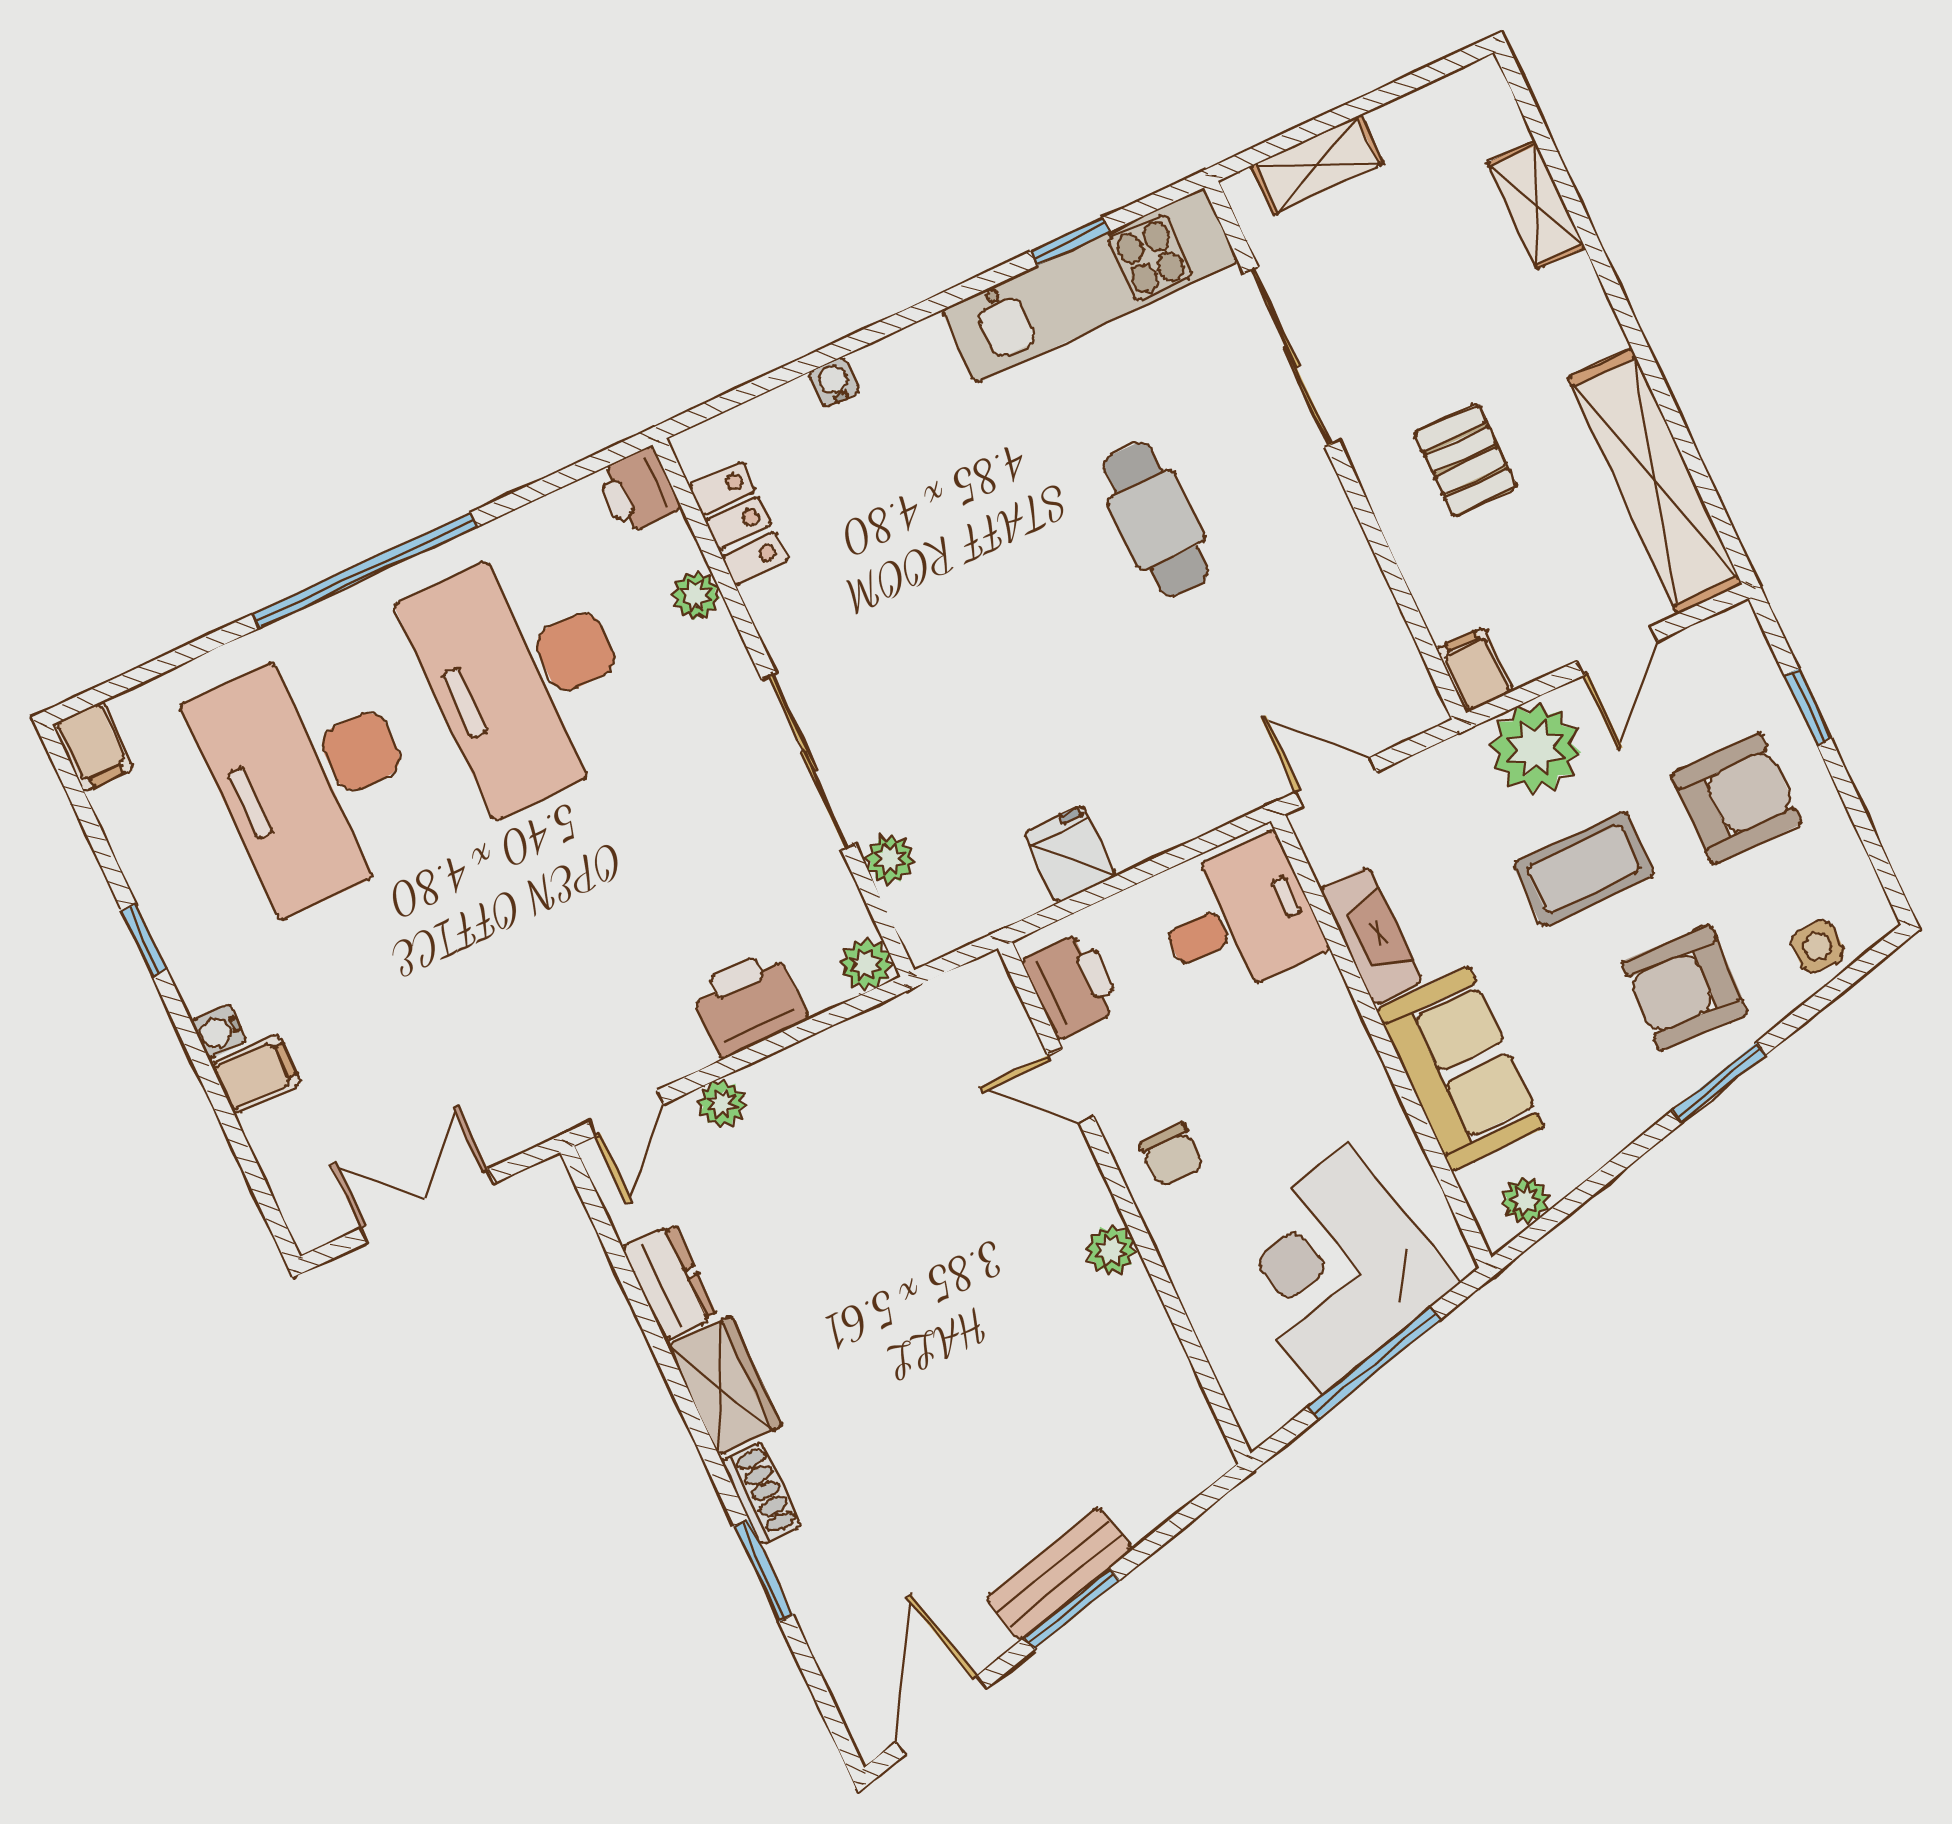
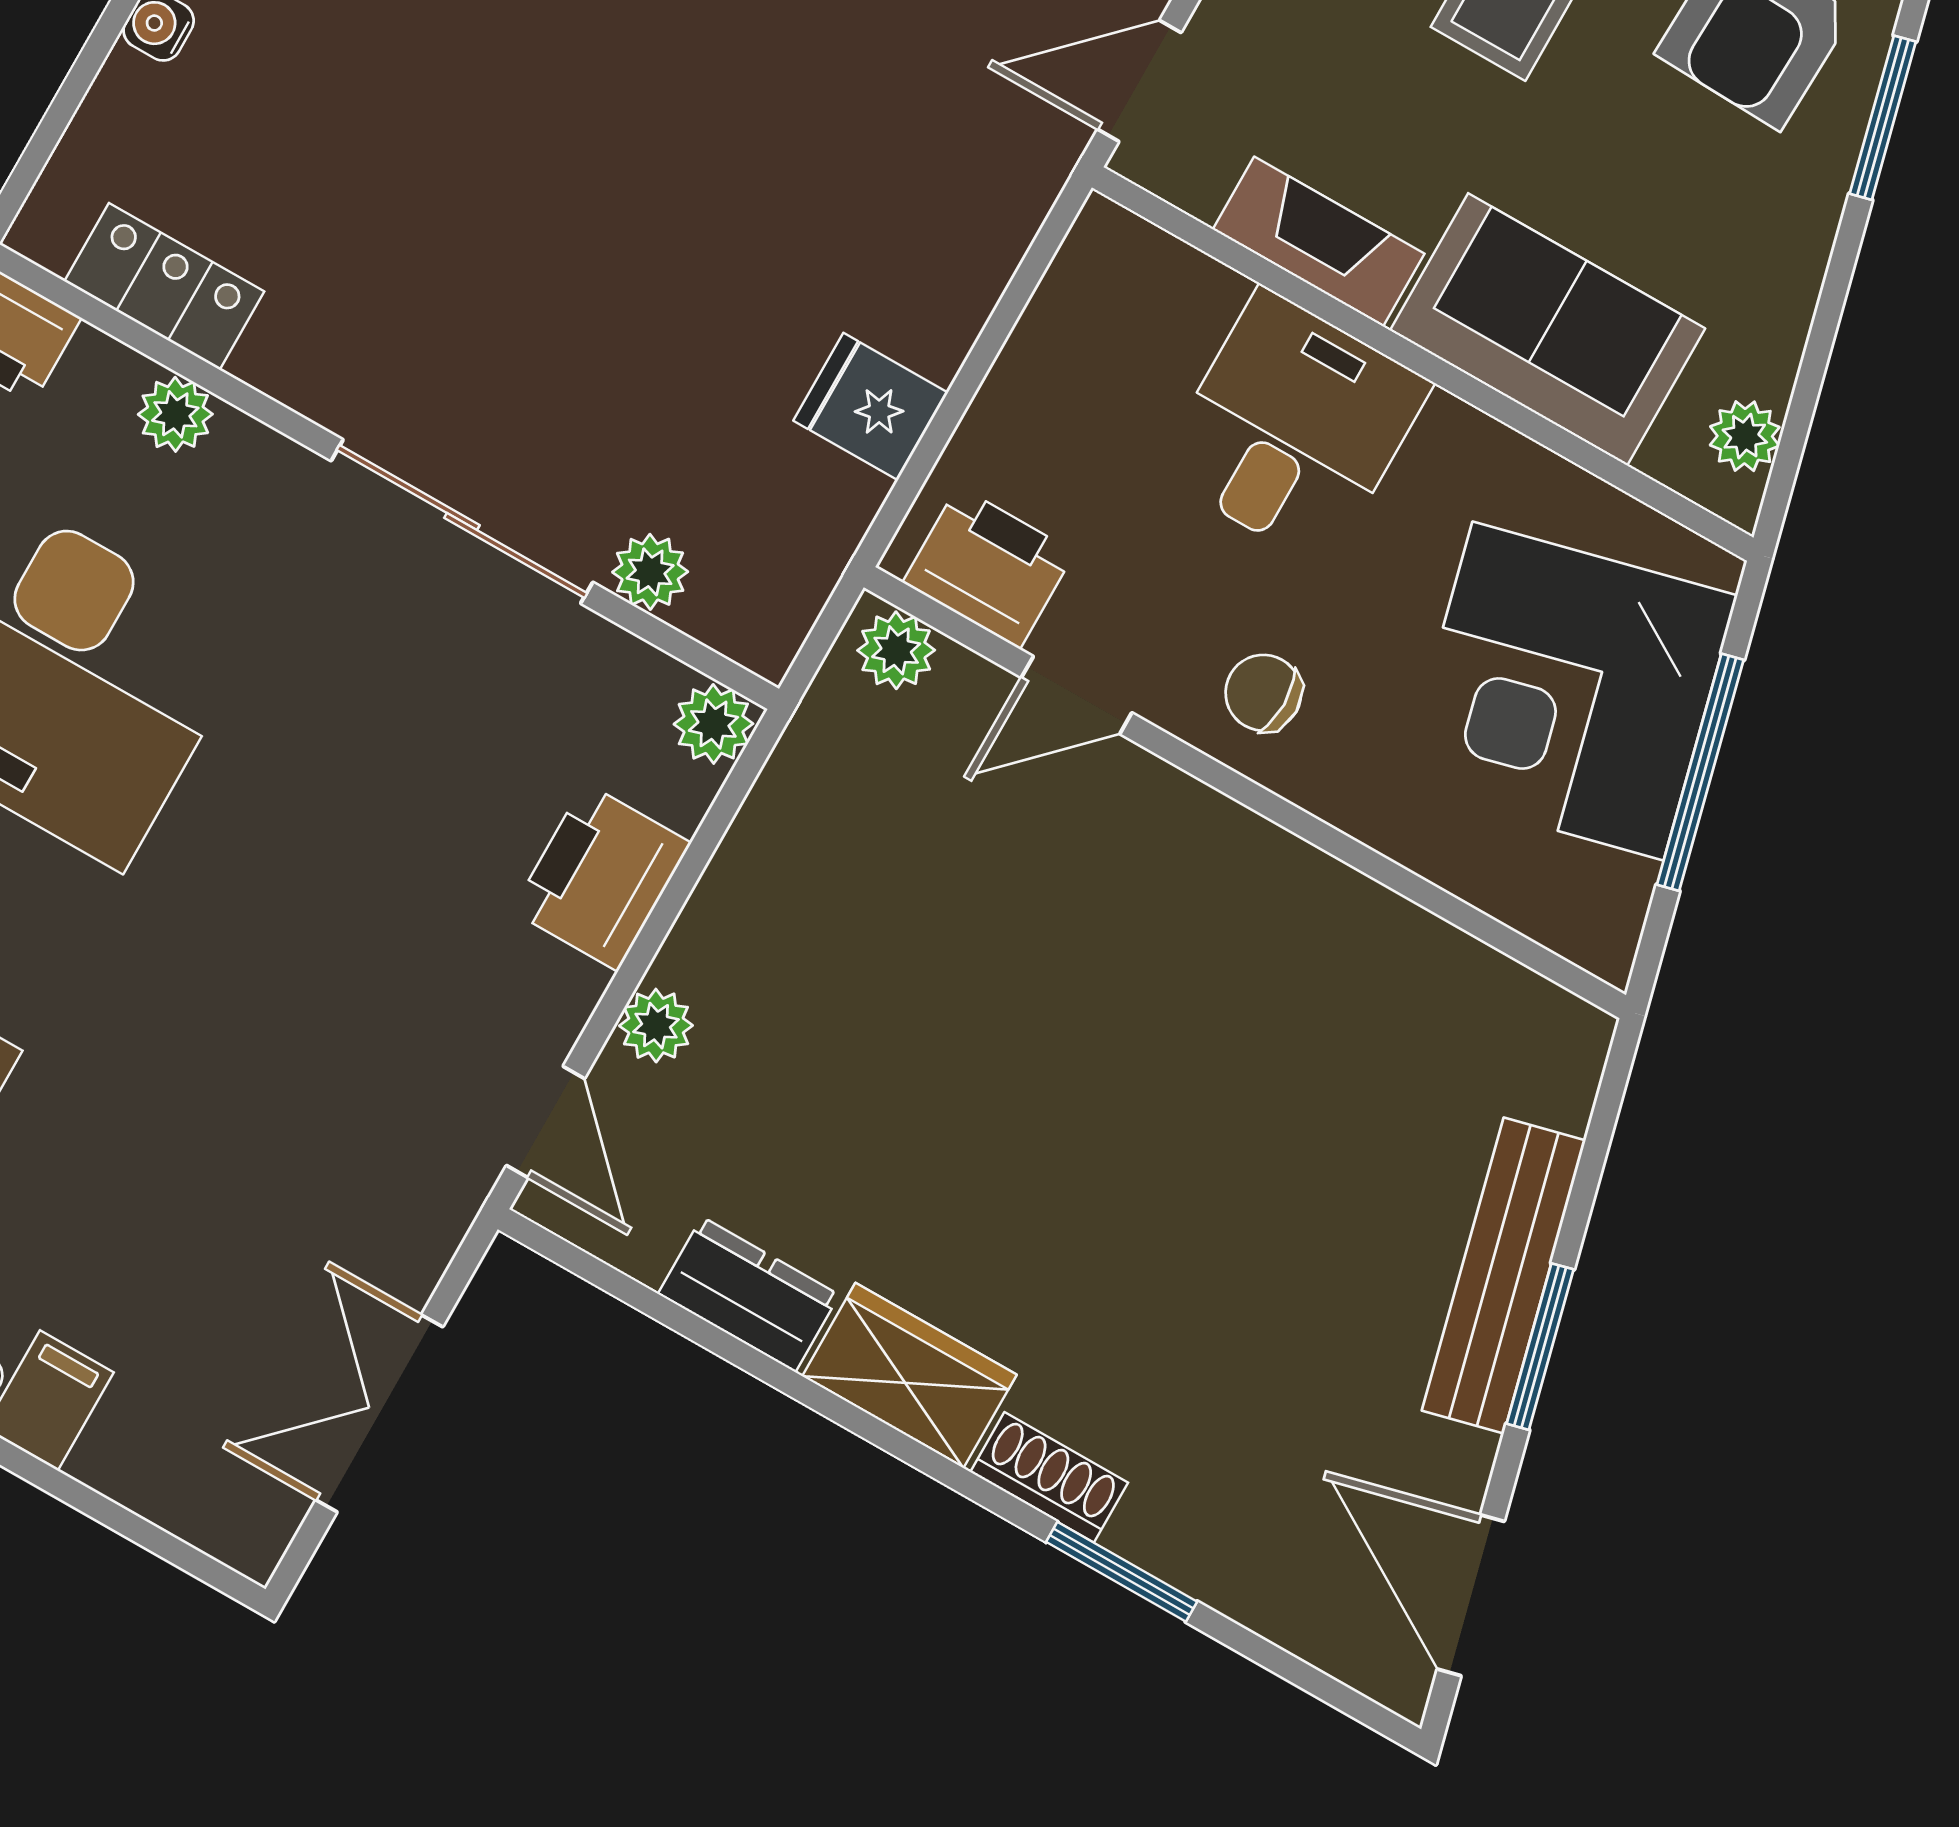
desk: (1238, 919) -> (1293, 428), moved
chair: (1171, 1155) -> (1263, 693), turned 180
plant: (1111, 1250) -> (896, 650), moved
bench: (1059, 1574) -> (1504, 1276), width x1.36

